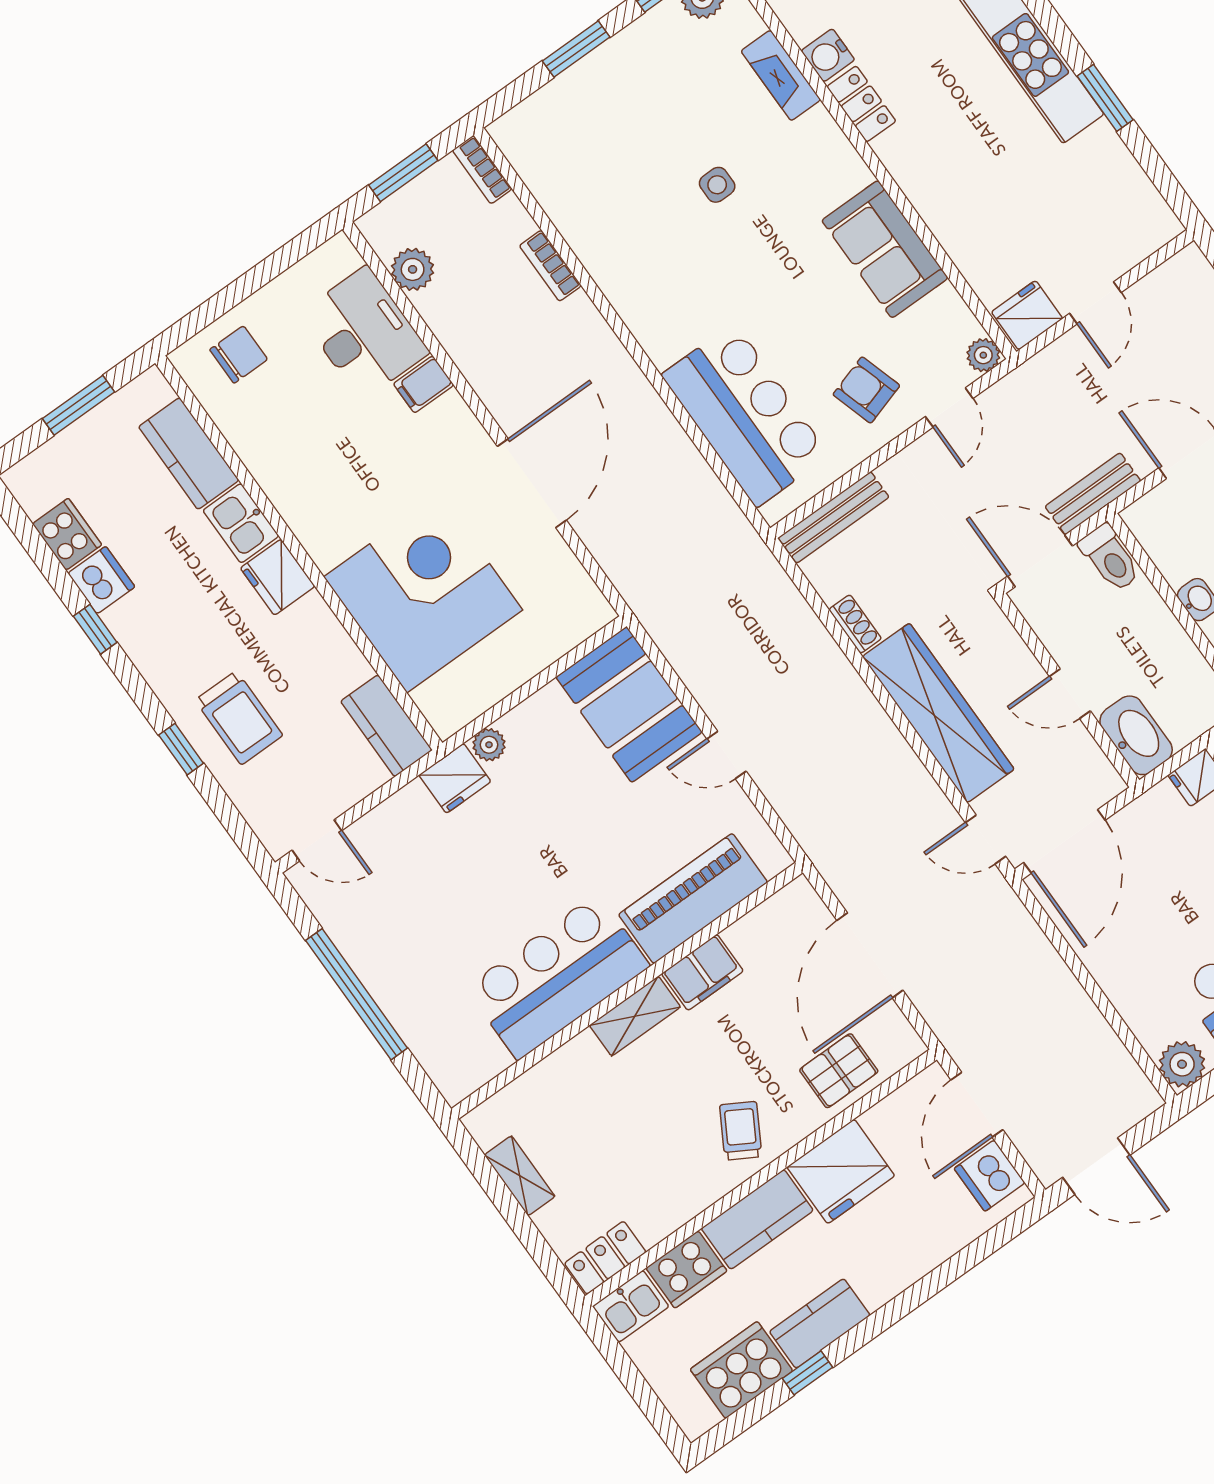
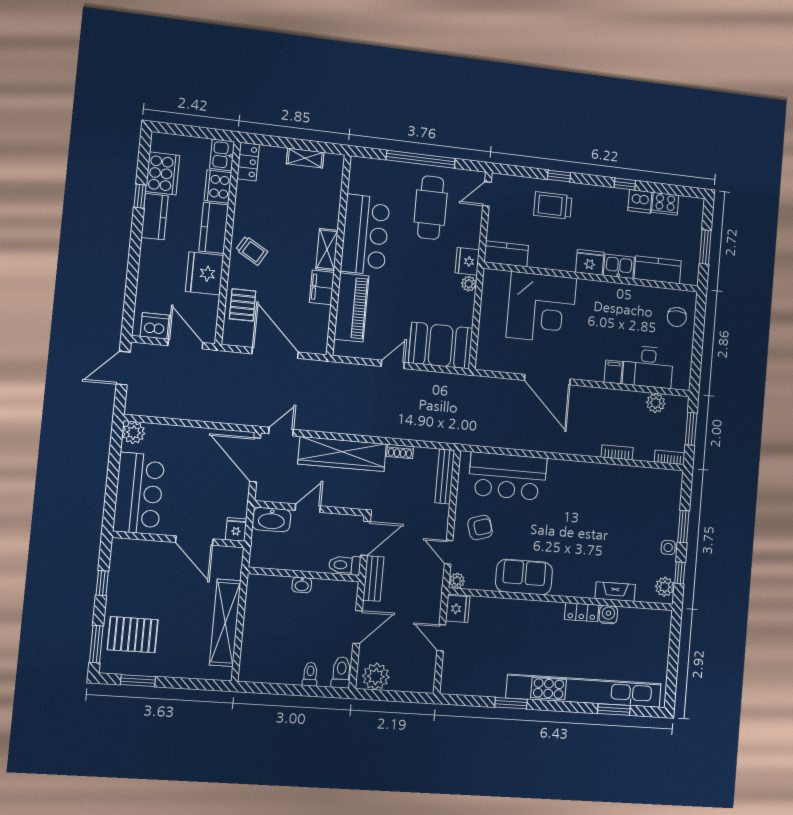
side table: (717, 185) -> (668, 547), moved
cafe table: (421, 911) -> (431, 208), added

